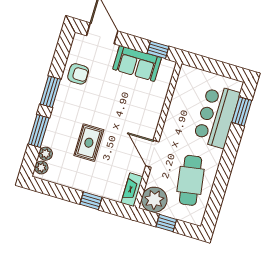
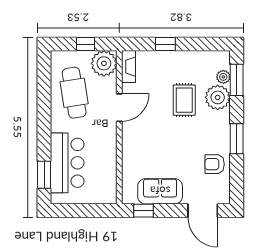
window: (39, 131) -> (237, 80), moved
door: (152, 154) -> (119, 108), hinge flipped
plant: (41, 168) -> (218, 97), moved, width x1.87, depth x1.87

